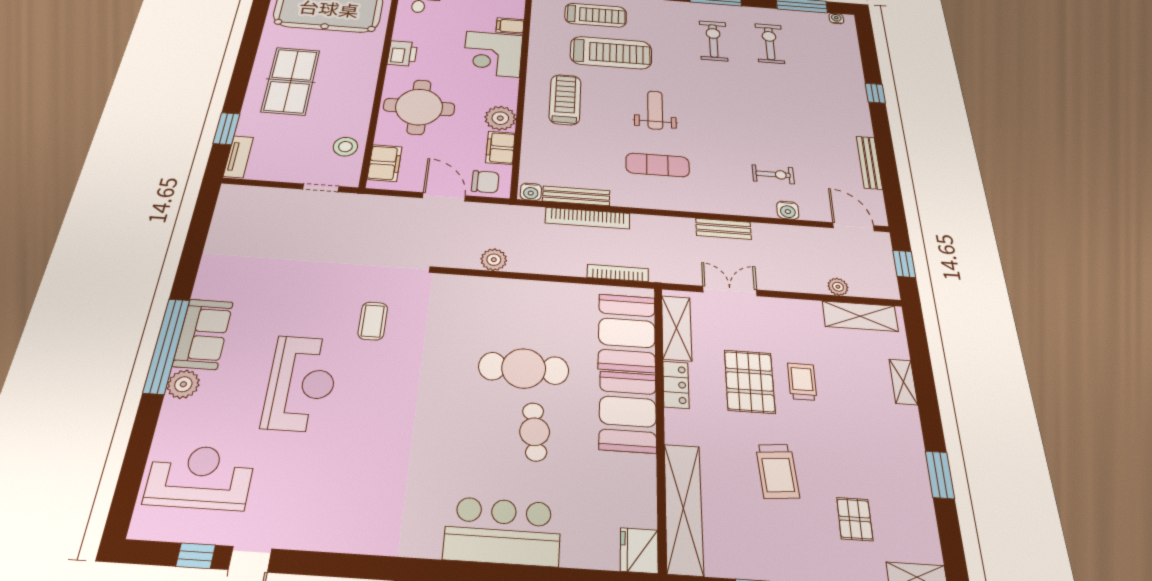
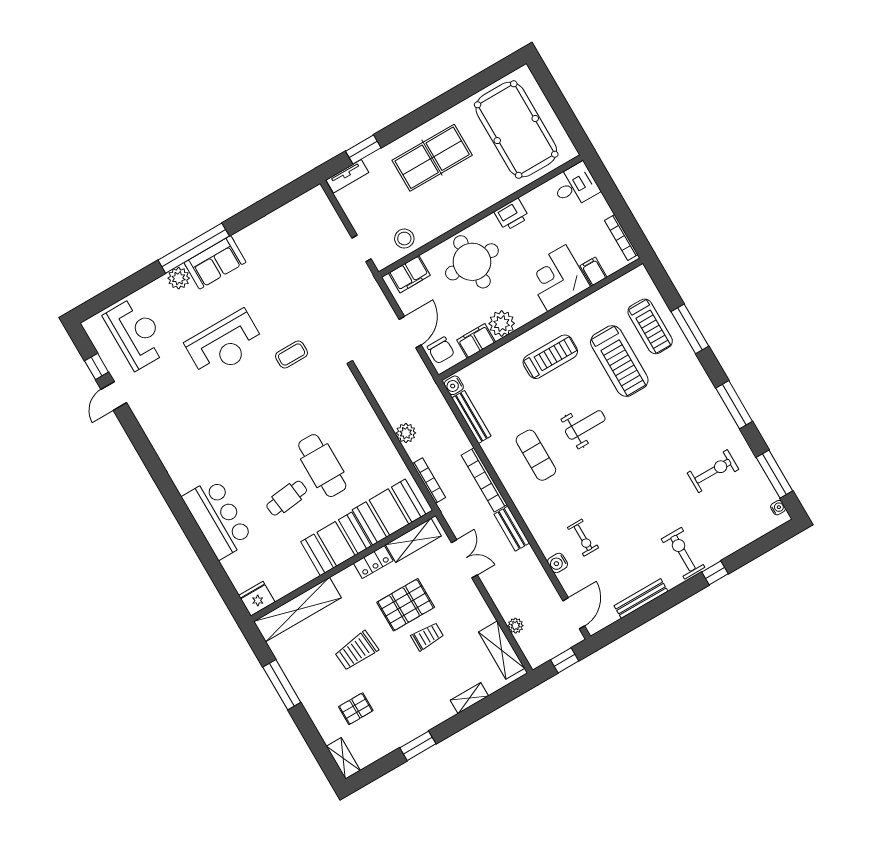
exercise bike: (713, 41) -> (683, 553), moved, turned -90
bookcase: (588, 218) -> (484, 480), moved
plant: (494, 260) -> (406, 433), moved

